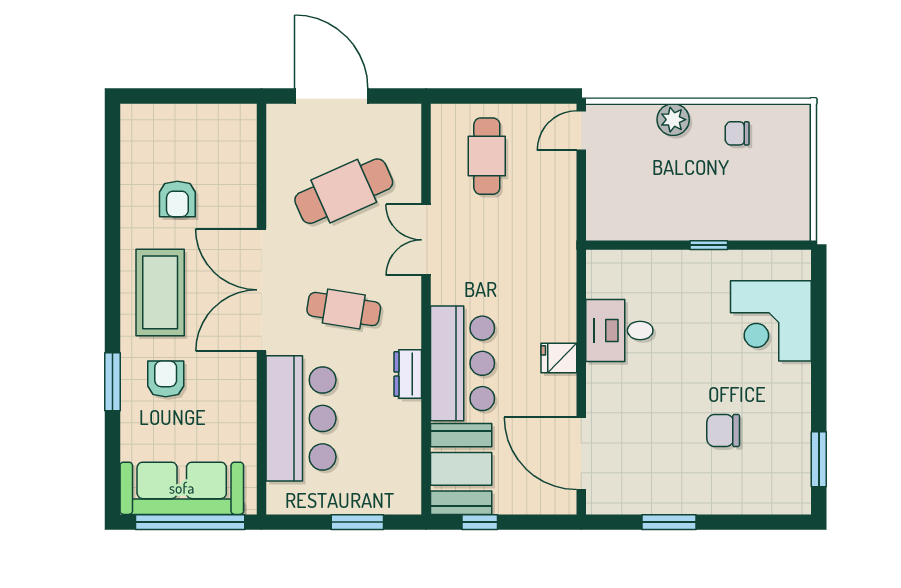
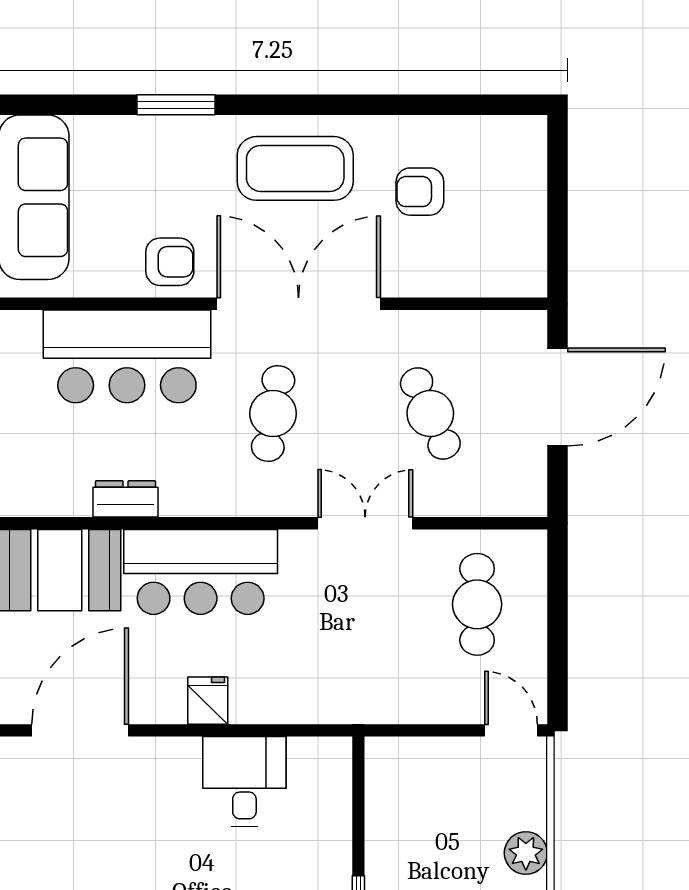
cafe table: (487, 156) -> (477, 604), turned 90
cafe table: (344, 191) -> (430, 413), width x0.73, depth x0.74
dresser: (408, 374) -> (126, 499), moved
armchair: (166, 379) -> (170, 262), moved

